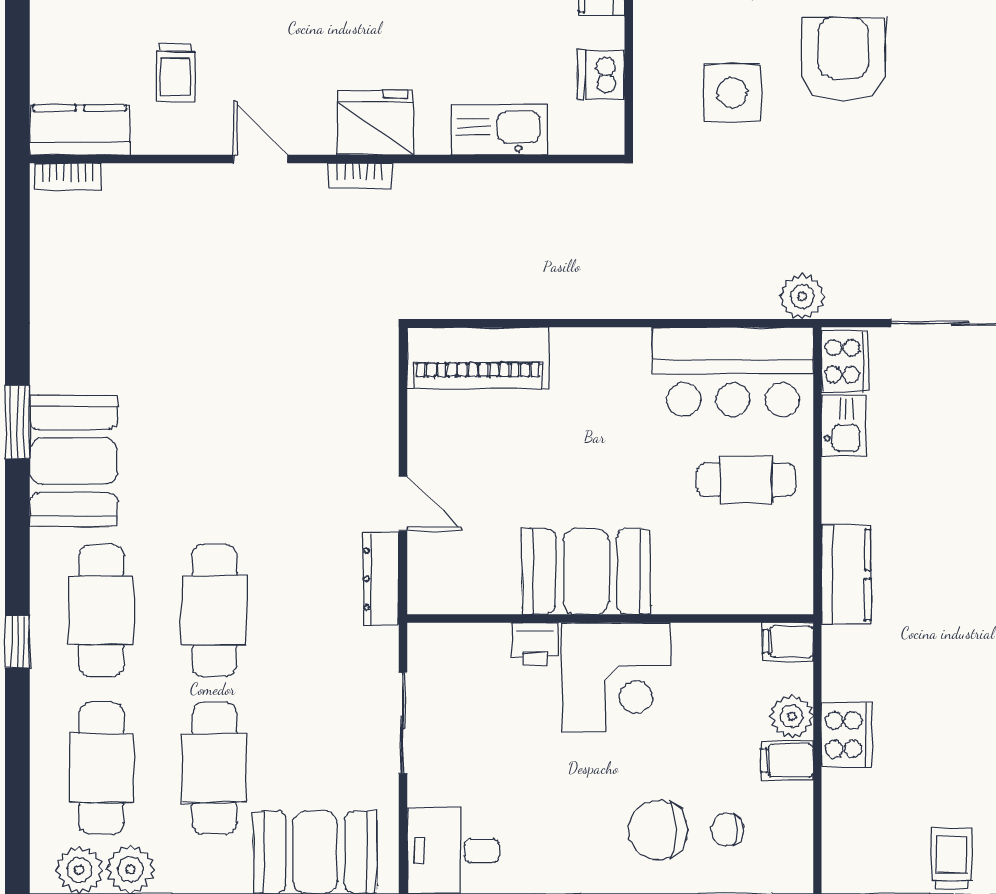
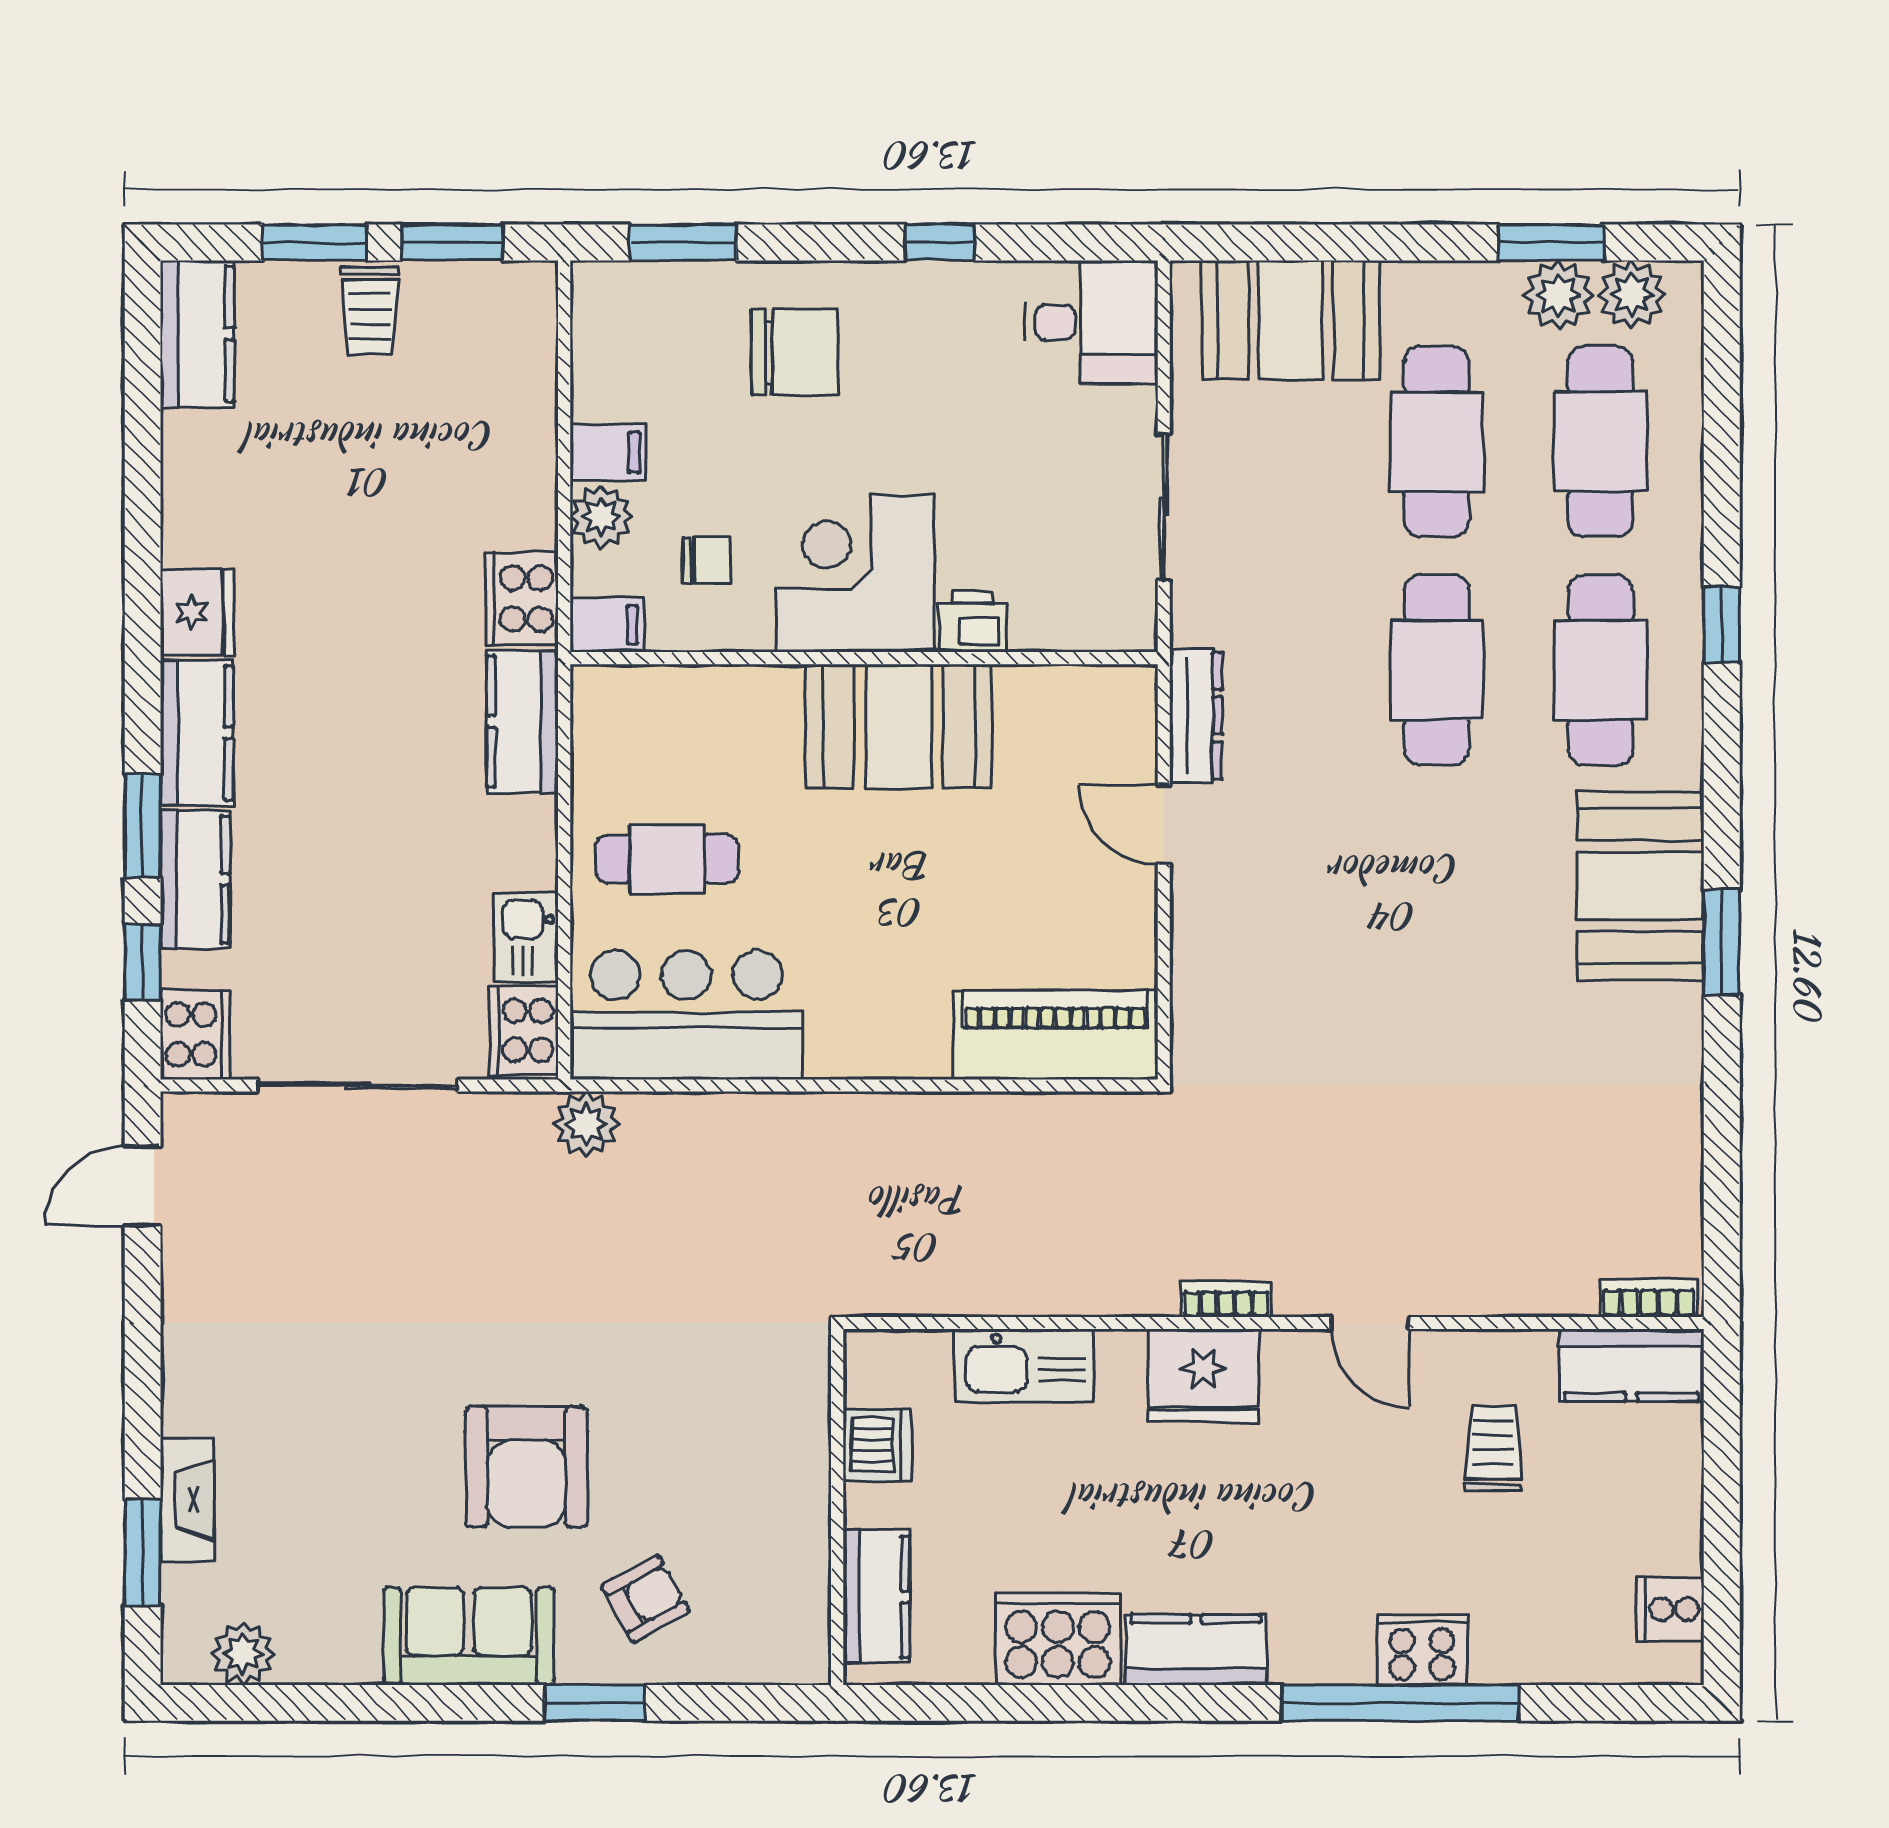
side table: (732, 93) -> (687, 1419), removed
cooker: (846, 735) -> (522, 598), moved
chair: (727, 830) -> (707, 560), moved

